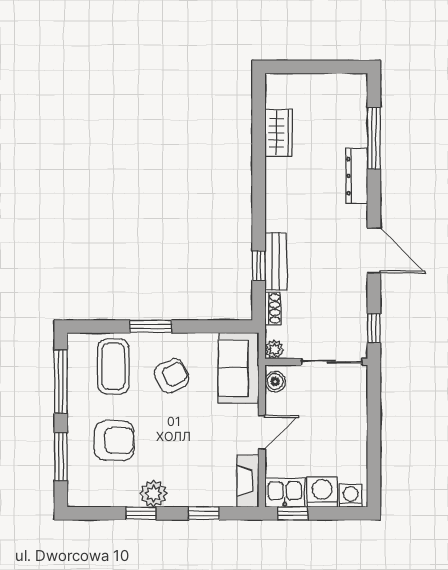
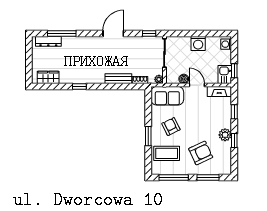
wardrobe: (278, 133) -> (48, 77), moved
dresser: (357, 176) -> (48, 41), moved
window: (259, 266) -> (79, 86), moved
boiler: (275, 382) -> (184, 79), moved
armchair: (114, 440) -> (201, 153), turned 65
washing machine: (322, 492) -> (198, 43), moved, turned -90

